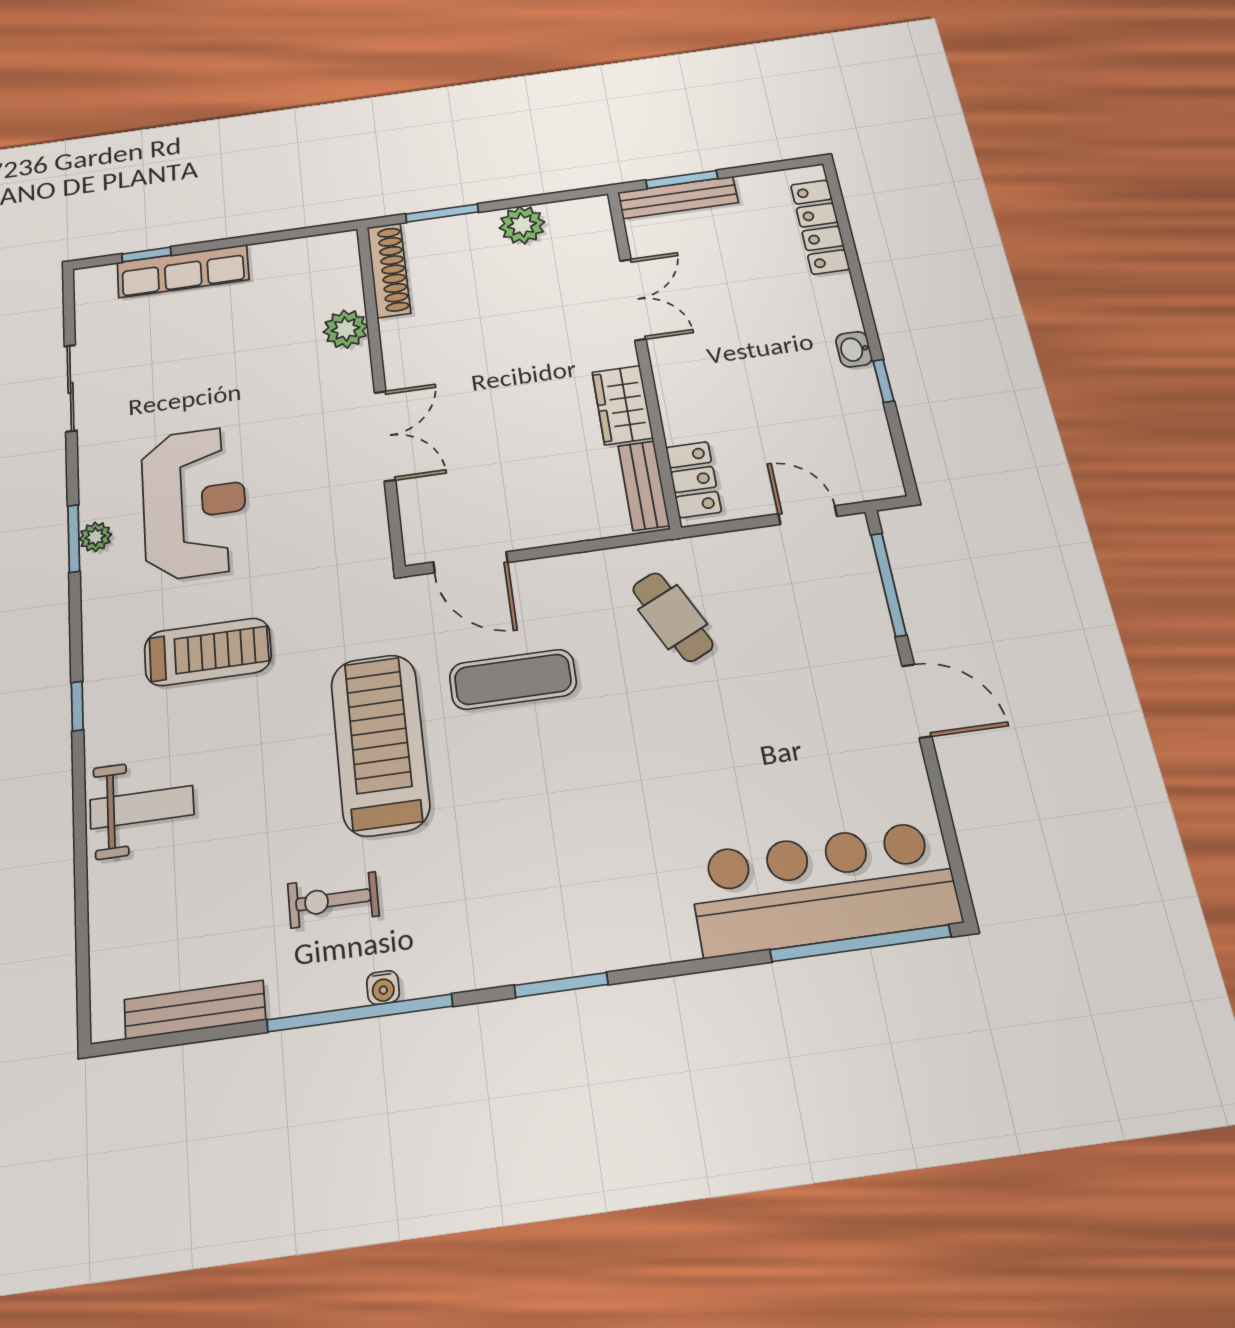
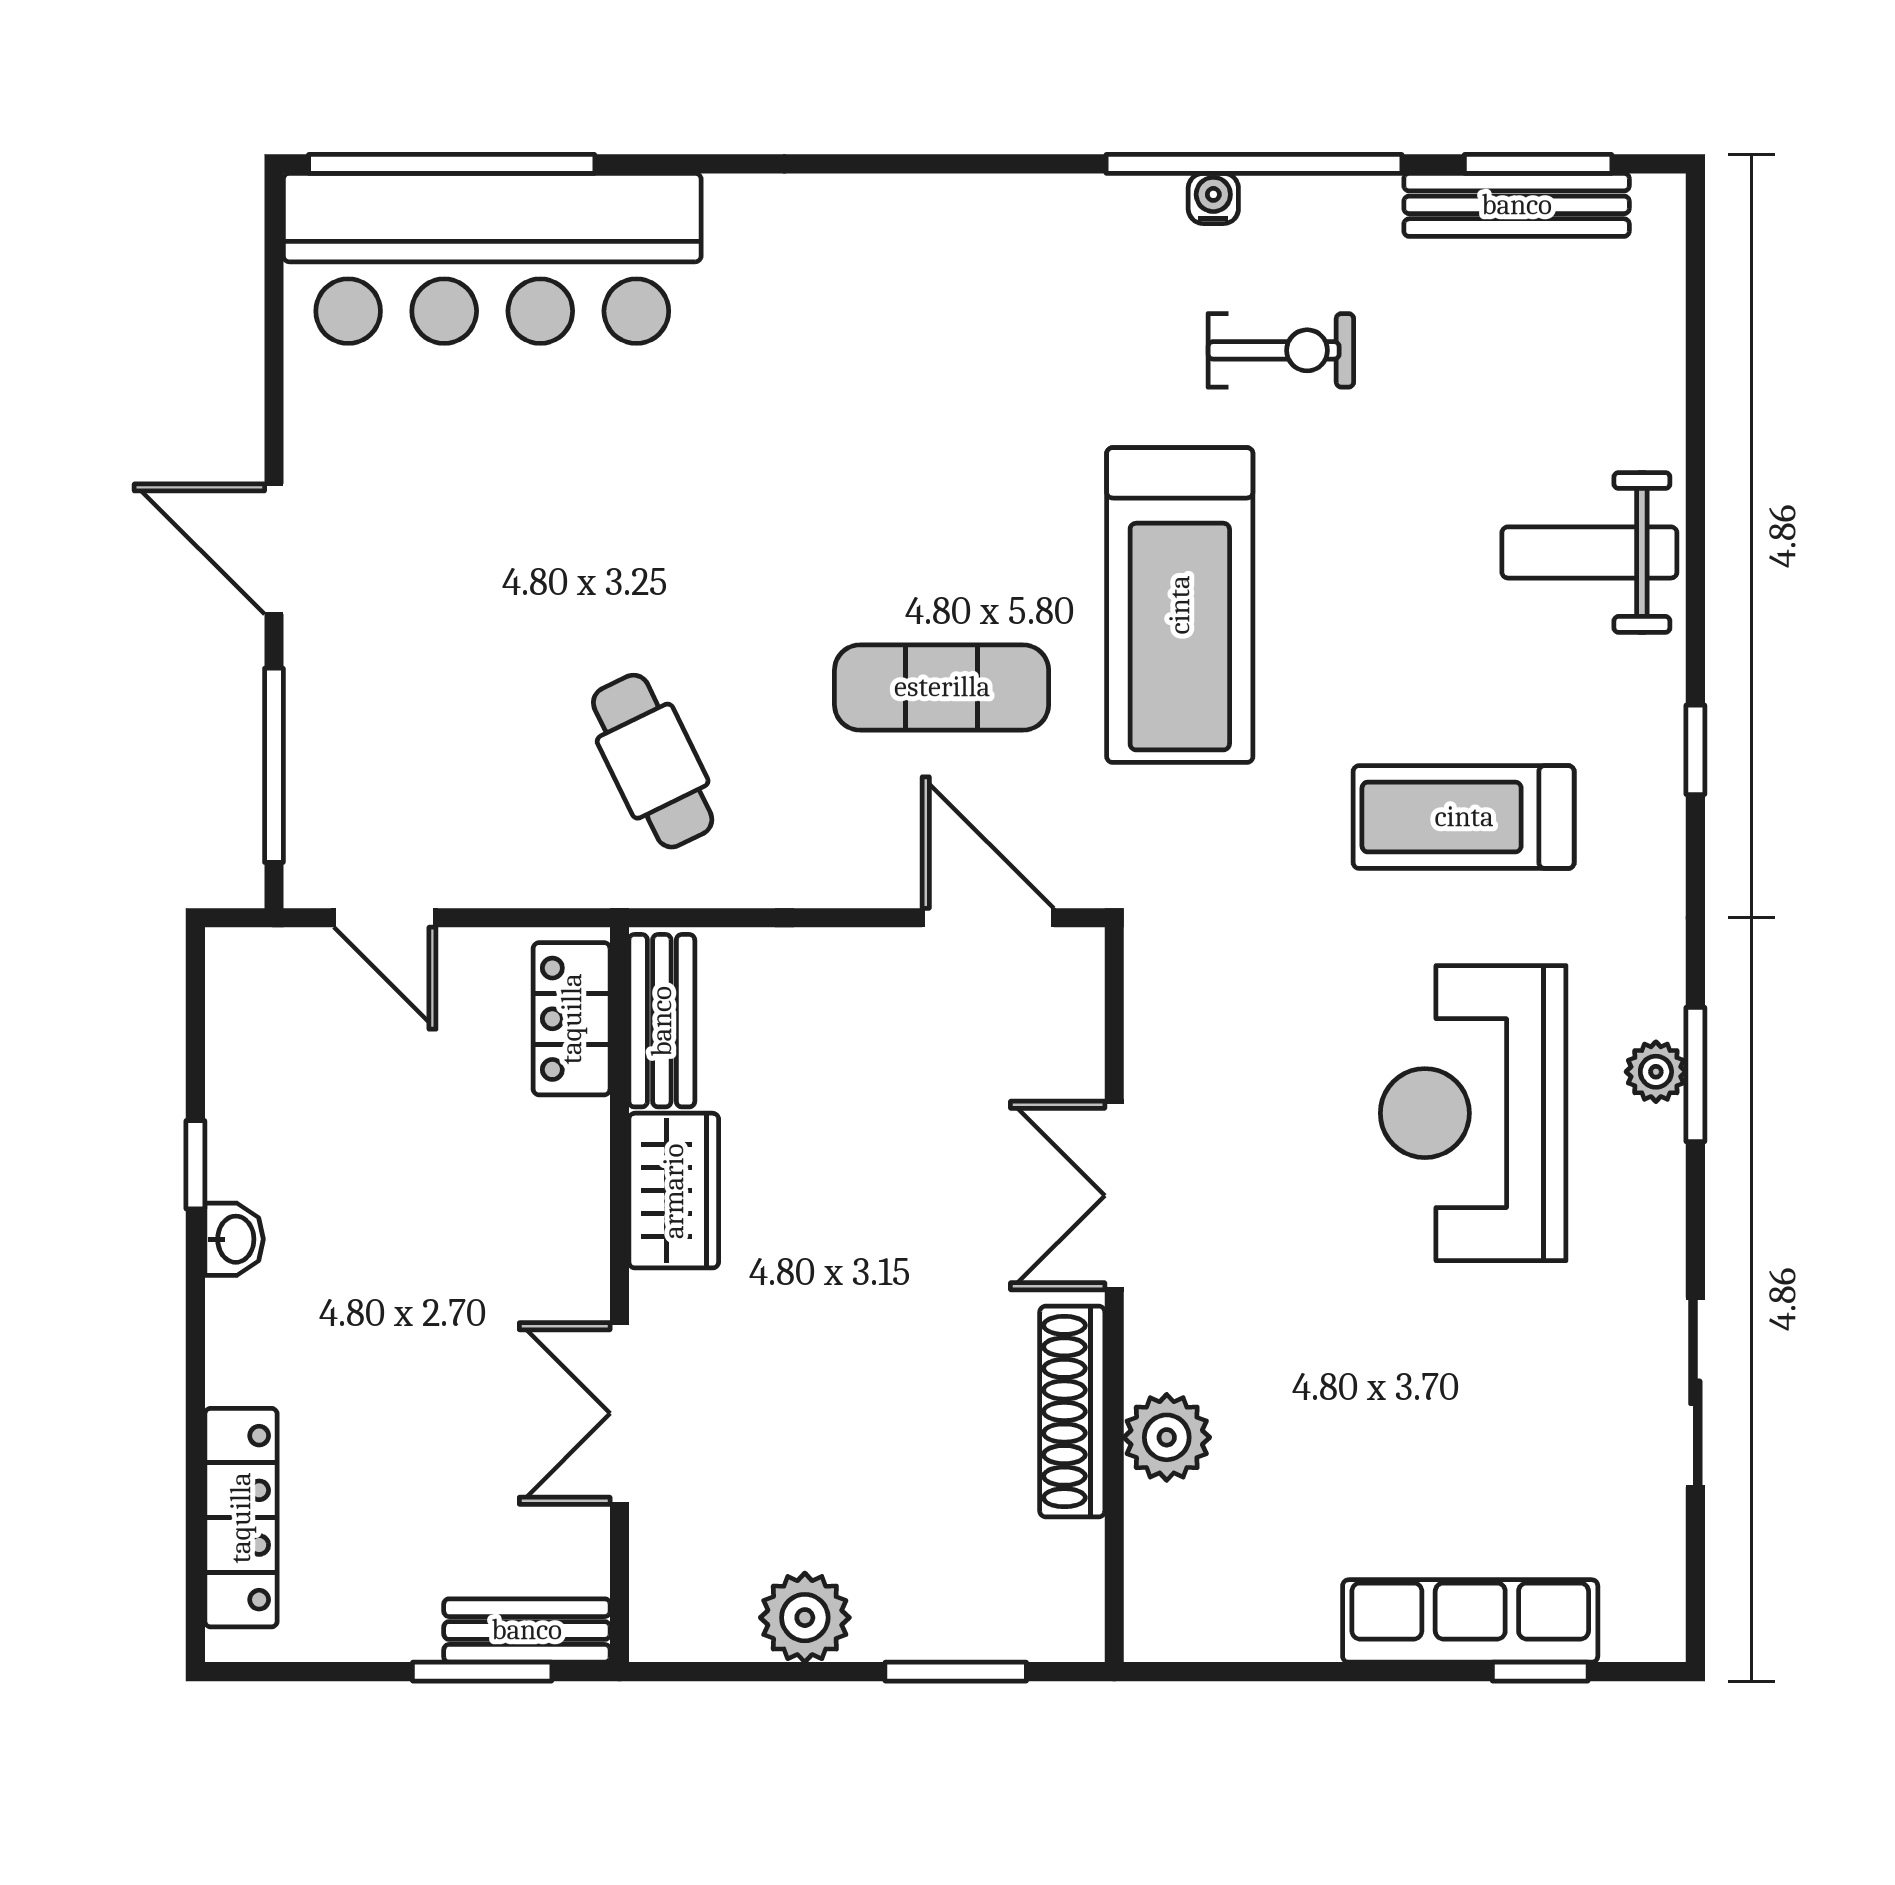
bench: (678, 198) -> (527, 1630), width x0.73
shoe rack: (389, 270) -> (1072, 1412), moved
window: (561, 985) -> (1538, 164), moved

